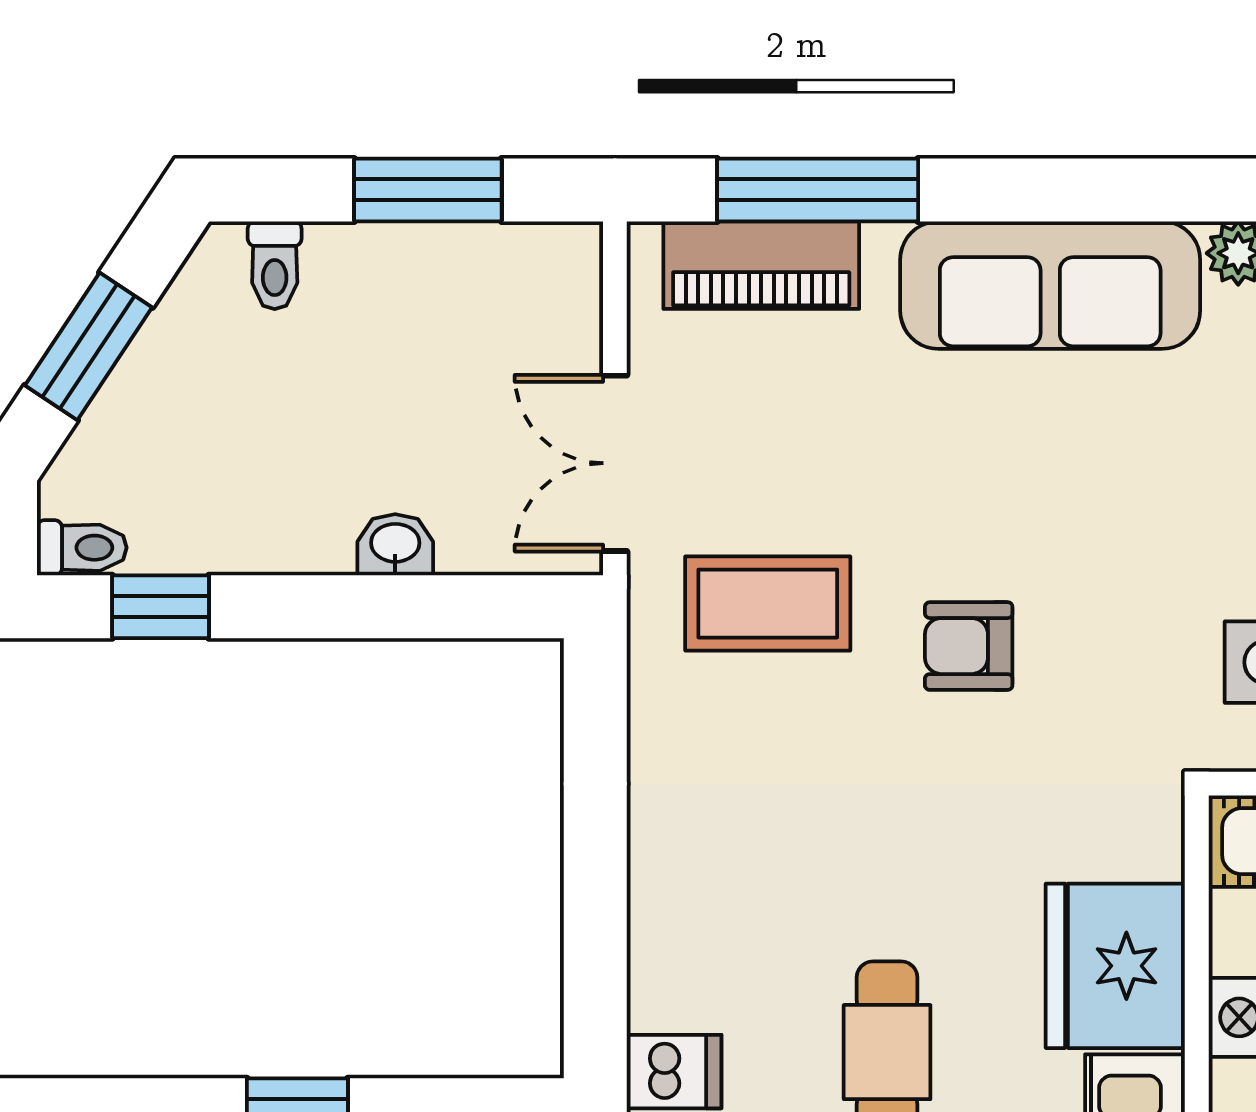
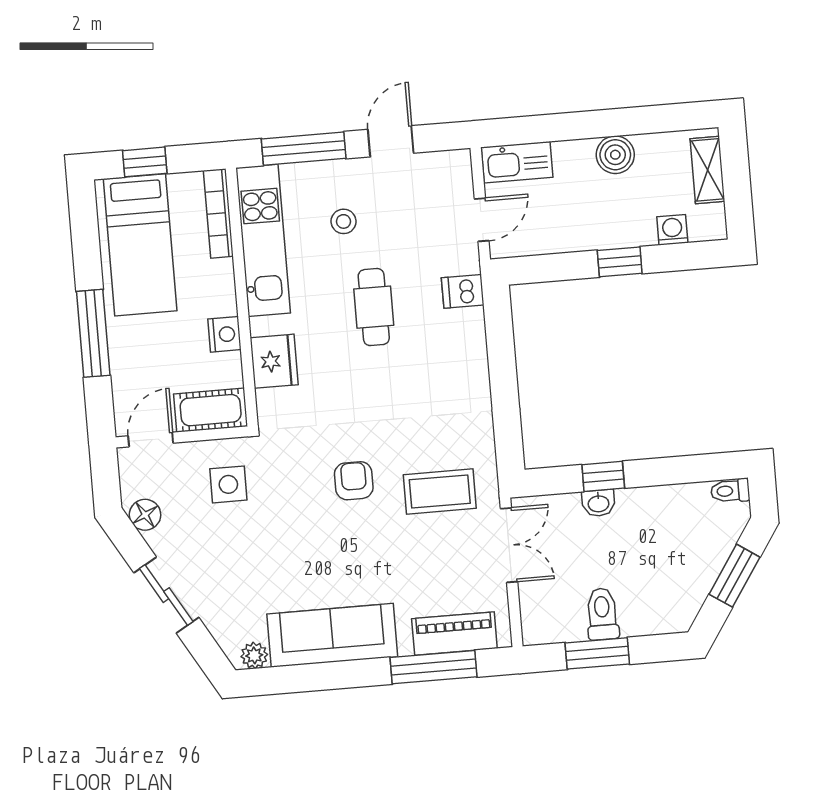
toilet: (275, 265) -> (602, 614), moved, width x1.37, depth x1.39
window: (161, 607) -> (603, 476), moved
armchair: (969, 646) -> (354, 481), turned -90
fridge: (1115, 966) -> (274, 361), width x0.73, depth x0.75

